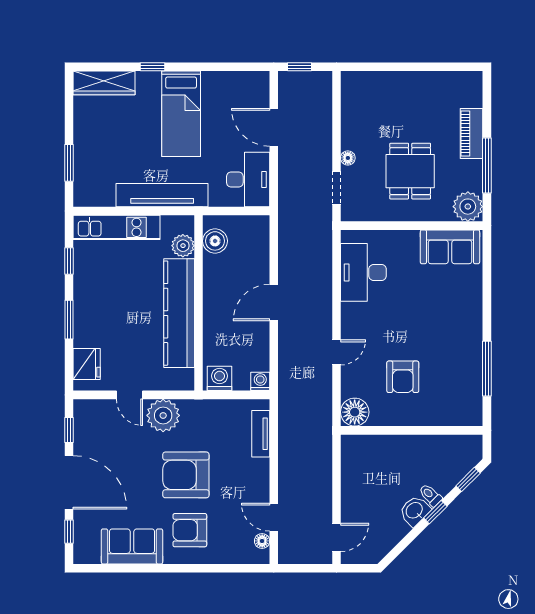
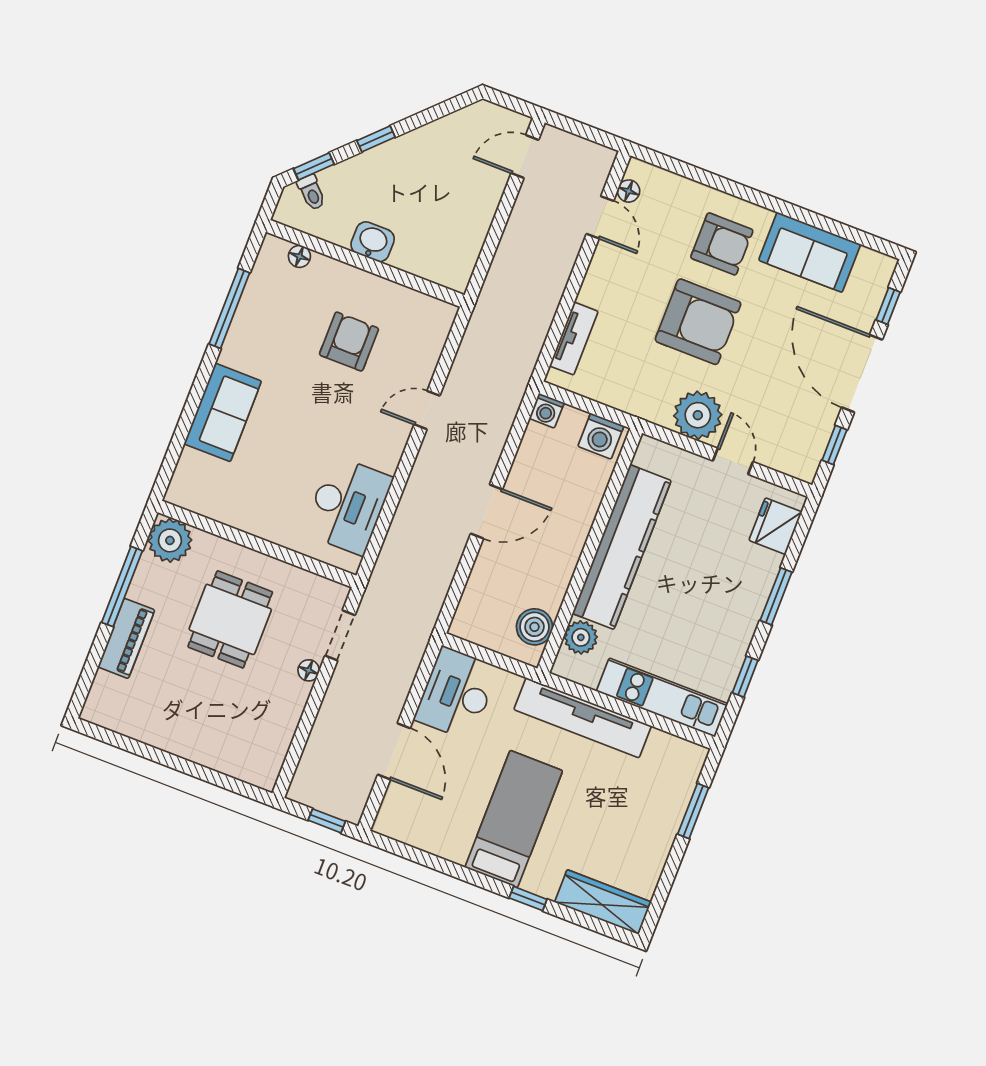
sofa: (450, 247) -> (223, 412), moved, turned 90
floor lamp: (355, 412) -> (299, 256), moved, width x0.53, depth x0.53
toilet: (430, 495) -> (311, 192), moved
washbasin: (415, 511) -> (373, 242), moved, turned -135

